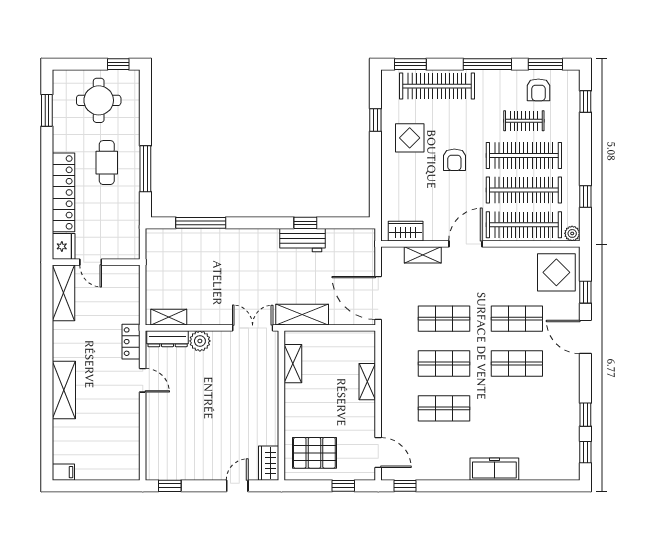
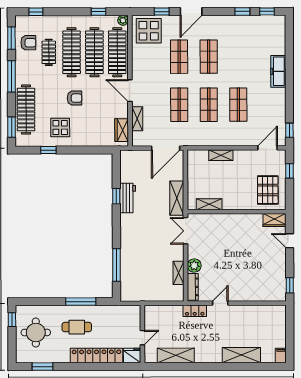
shelving: (64, 293) -> (176, 355), moved
shelving: (169, 317) -> (179, 273), moved
shelving: (64, 390) -> (241, 355), moved

